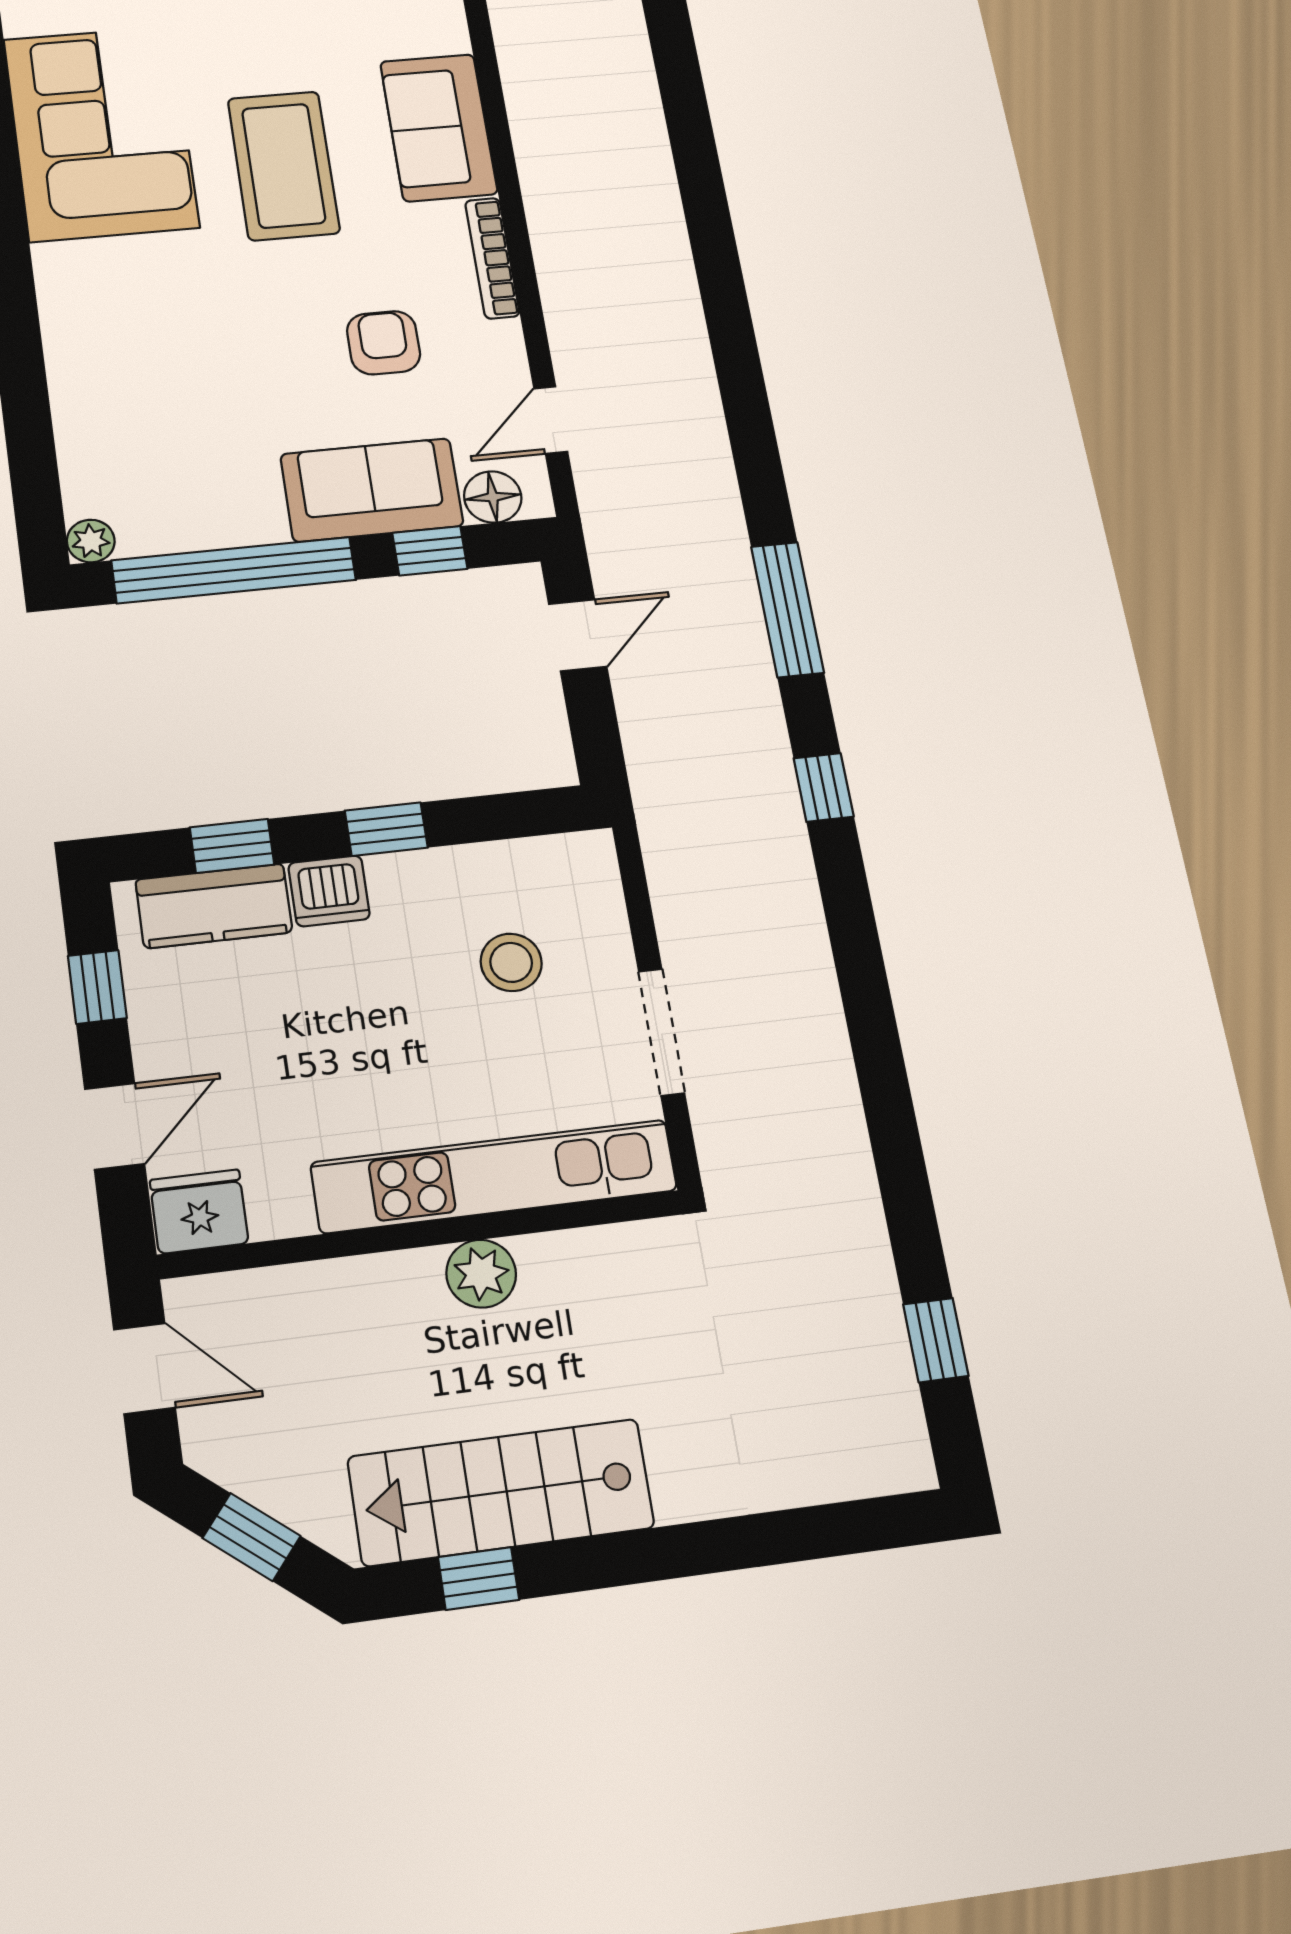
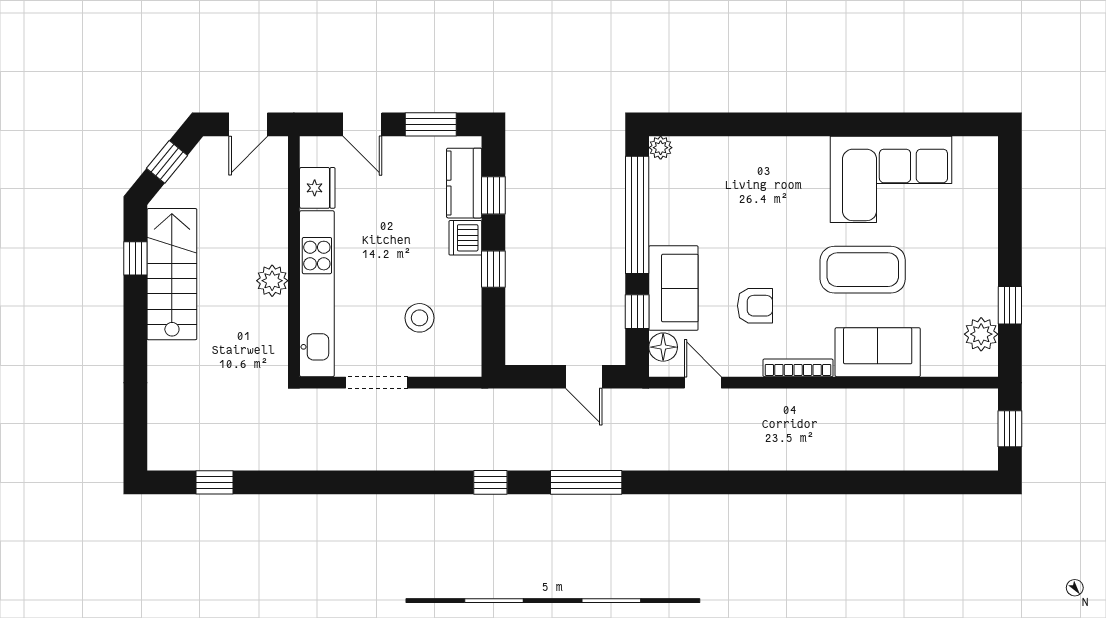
window: (97, 987) -> (431, 124), width x1.50
fridge: (199, 1211) -> (317, 188), moved

